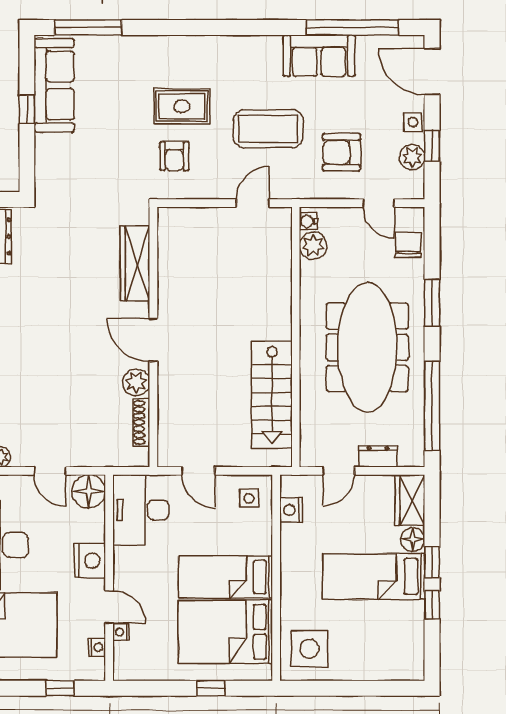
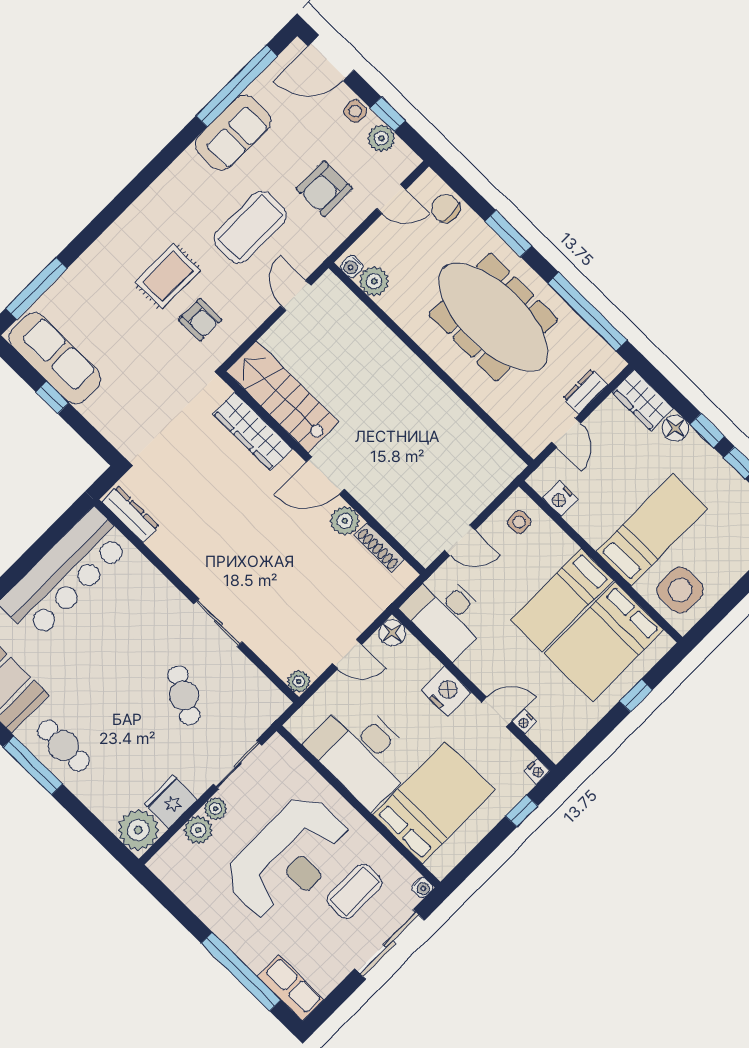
stairs: (272, 395) -> (282, 397), moved, turned 180
floor lamp: (89, 491) -> (392, 633), width x0.73, depth x0.73
bed: (374, 576) -> (652, 530), moved, turned 180
nightstand: (97, 647) -> (537, 771), moved, turned 90

